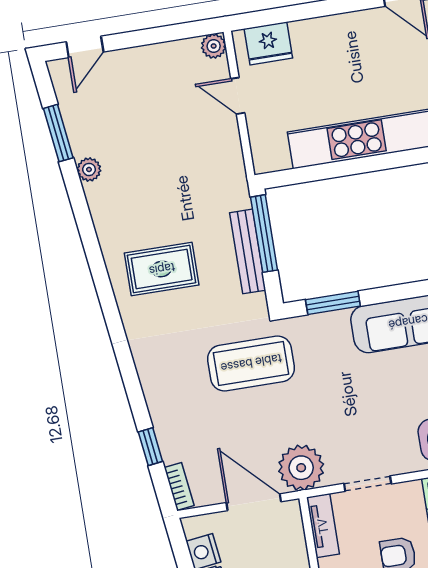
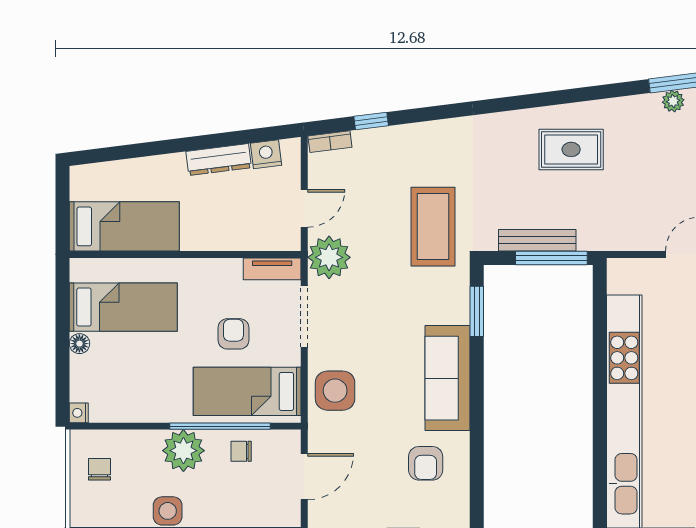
plant: (89, 169) -> (673, 101), moved
rug: (162, 269) -> (571, 149), moved, turned 90
doorway: (368, 484) -> (304, 316), width x1.38
door: (254, 502) -> (304, 208), width x0.73

